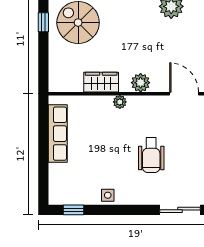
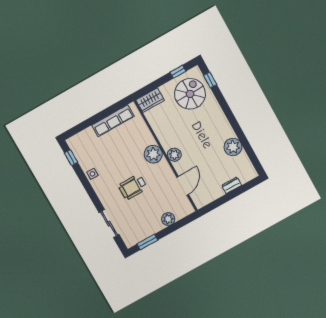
wardrobe: (101, 82) -> (150, 100), moved, turned 90
plant: (120, 102) -> (153, 154), width x1.88, depth x1.88

